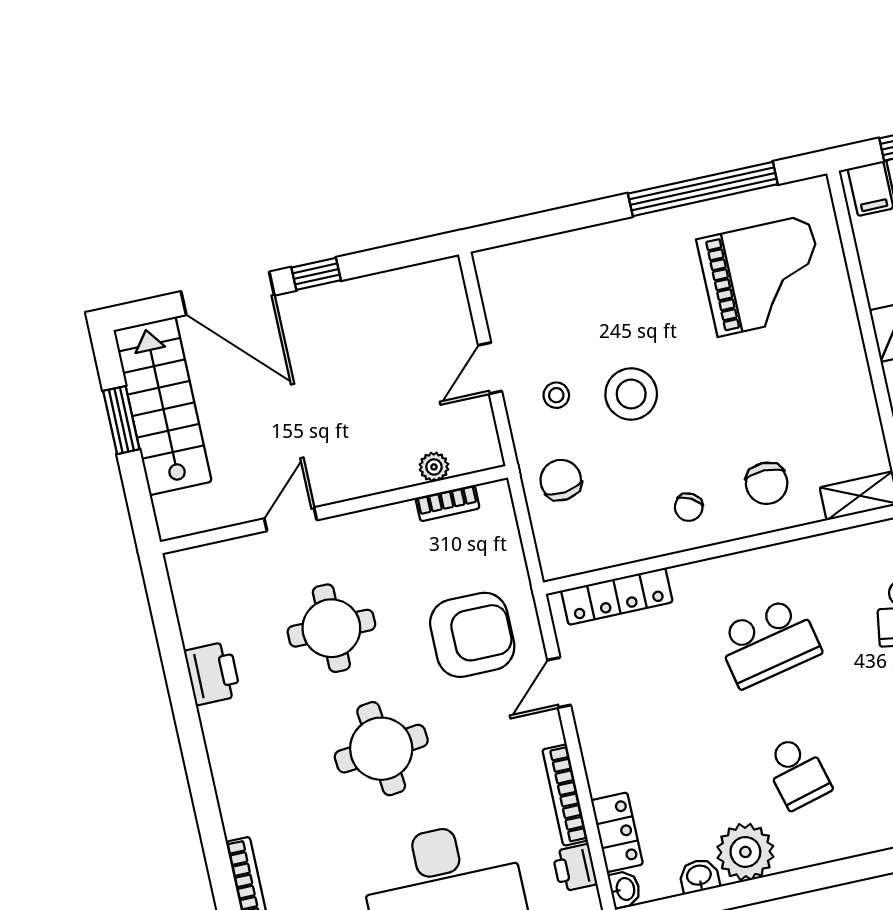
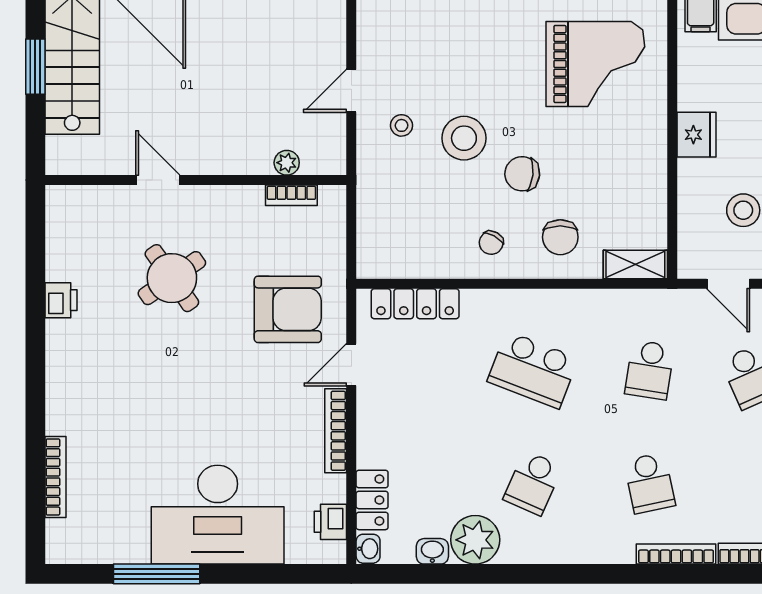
chair: (561, 480) -> (522, 174), moved, turned -77
door: (290, 519) -> (158, 180), hinge flipped
round table: (331, 628) -> (172, 278), turned -35
school desk: (769, 642) -> (533, 370), turned 33
printer: (213, 673) -> (61, 300), width x0.73, depth x0.81
round table: (381, 749) -> (191, 387), removed
school desk: (797, 772) -> (533, 483), turned 39
bookcase: (565, 795) -> (336, 431), moved

